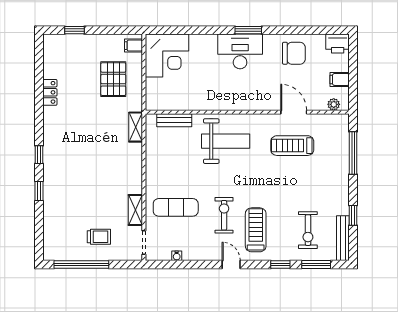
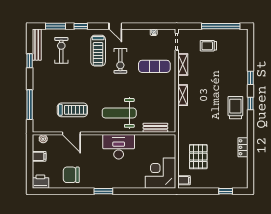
desk: (240, 51) -> (119, 147), moved, turned 180
shelving: (136, 127) -> (183, 95), moved
trolley: (60, 149) -> (235, 108), added

